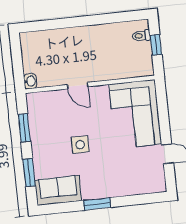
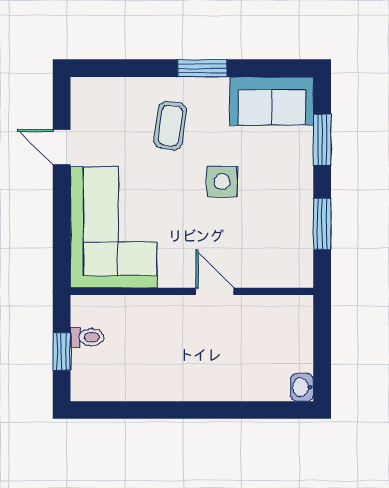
toilet: (141, 36) -> (87, 337), moved
washbasin: (30, 81) -> (302, 387), moved
coffee table: (111, 172) -> (170, 126), added

